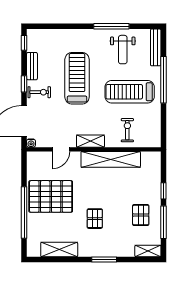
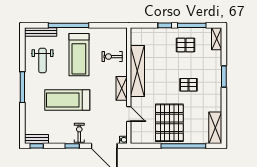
window: (111, 26) -> (22, 87), moved
weight bench: (123, 50) -> (42, 61), turned 90
bench: (32, 66) -> (37, 139), moved
shelving: (59, 250) -> (215, 128), moved

